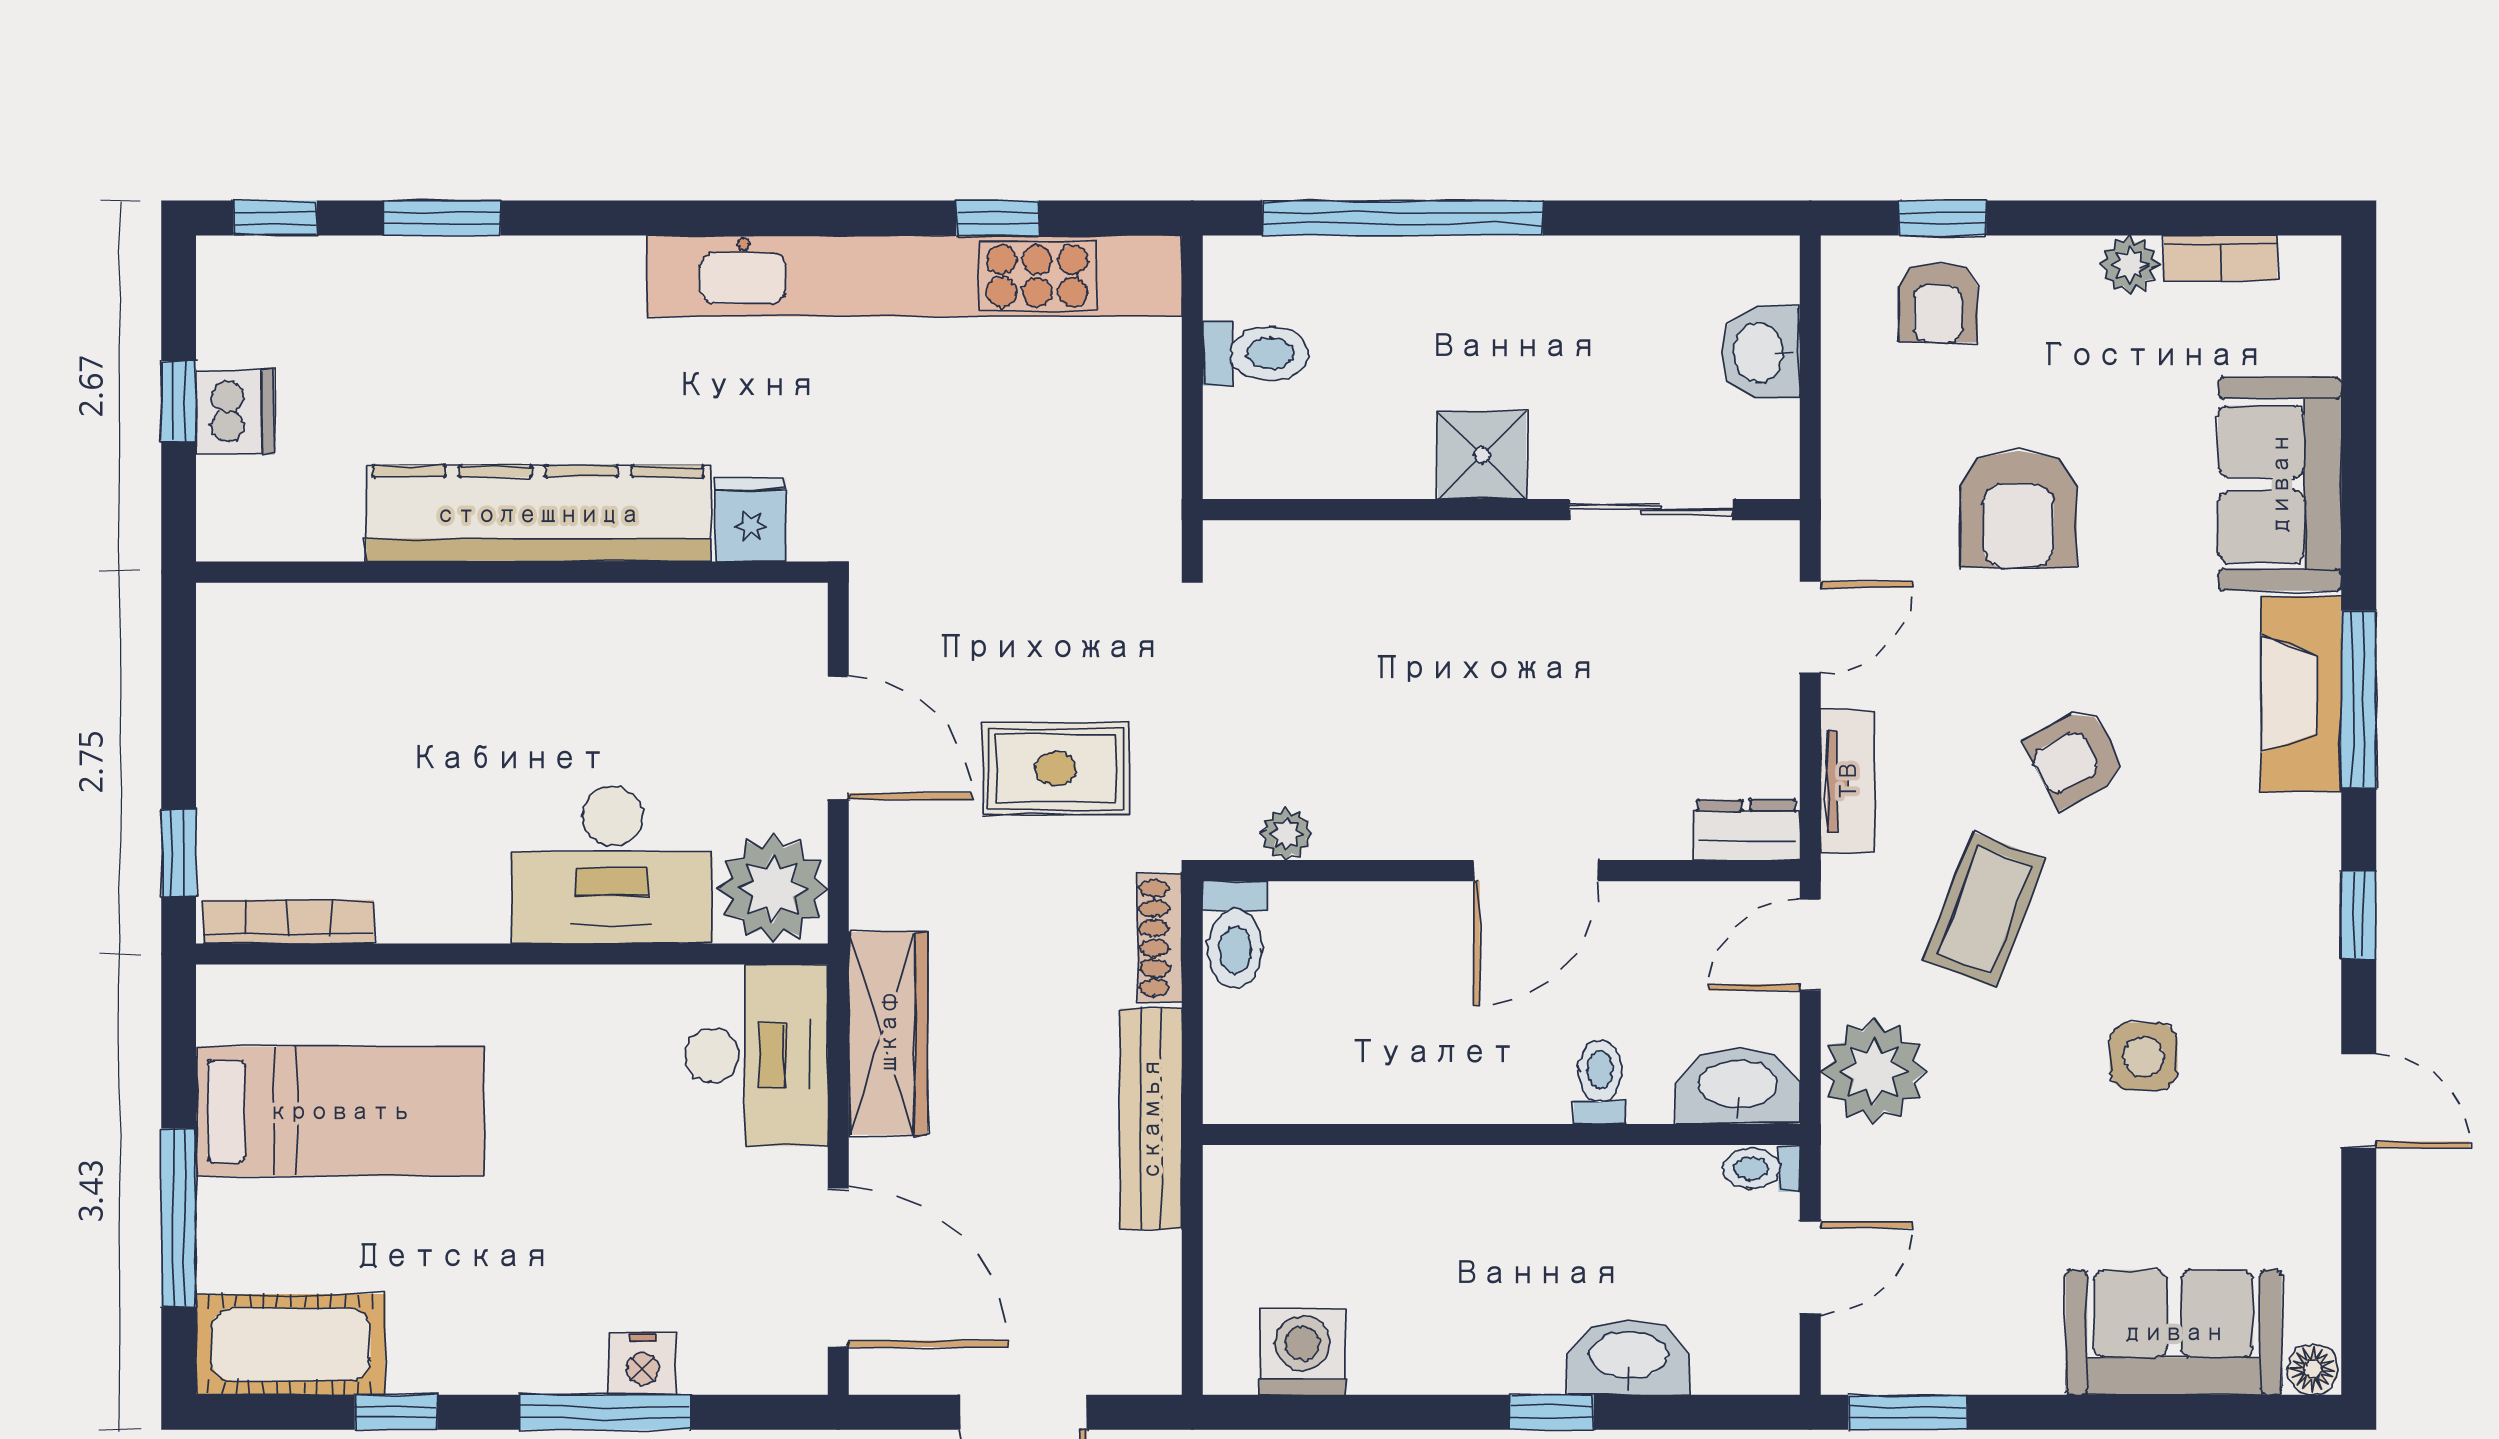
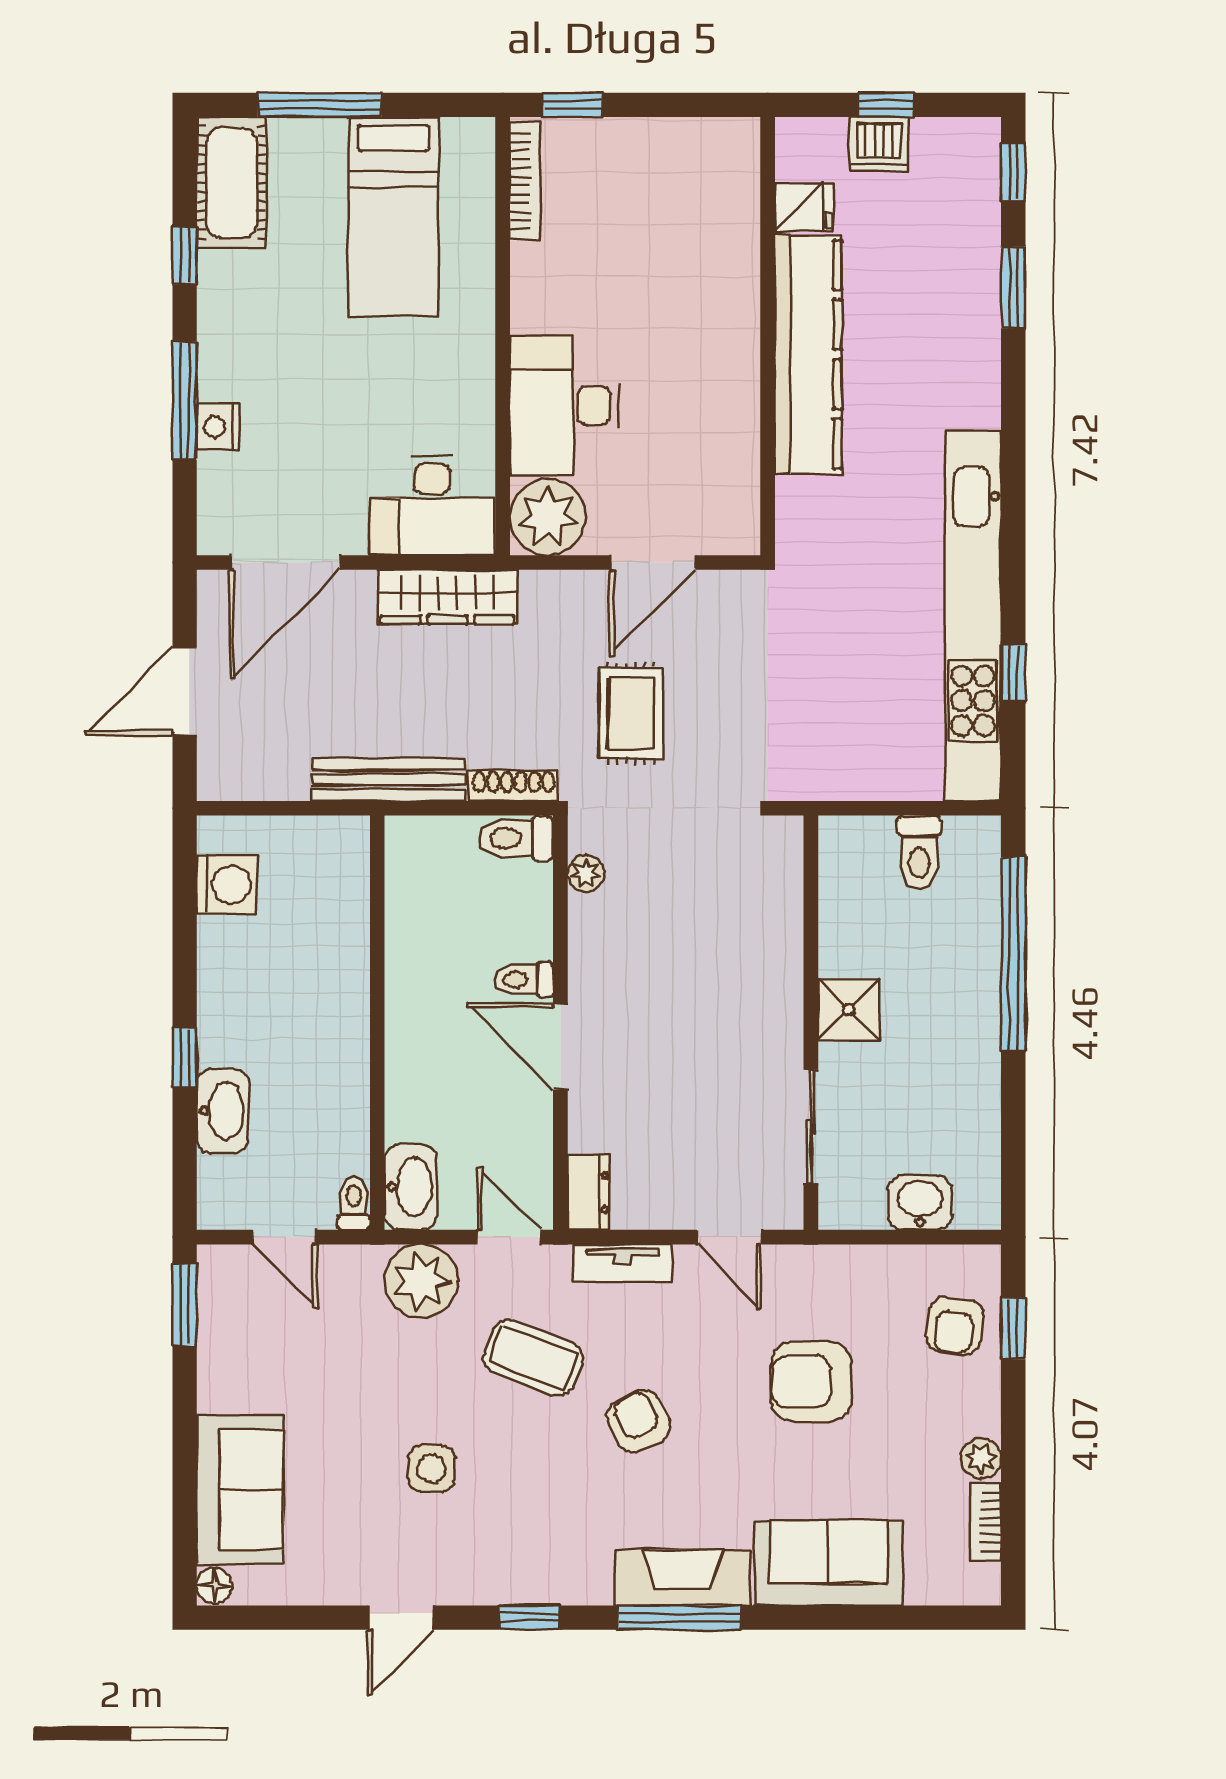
armchair: (1938, 303) -> (955, 1326), turned -82
fridge: (751, 520) -> (804, 207), moved
toilet: (1600, 1082) -> (524, 980), moved, turned 180

